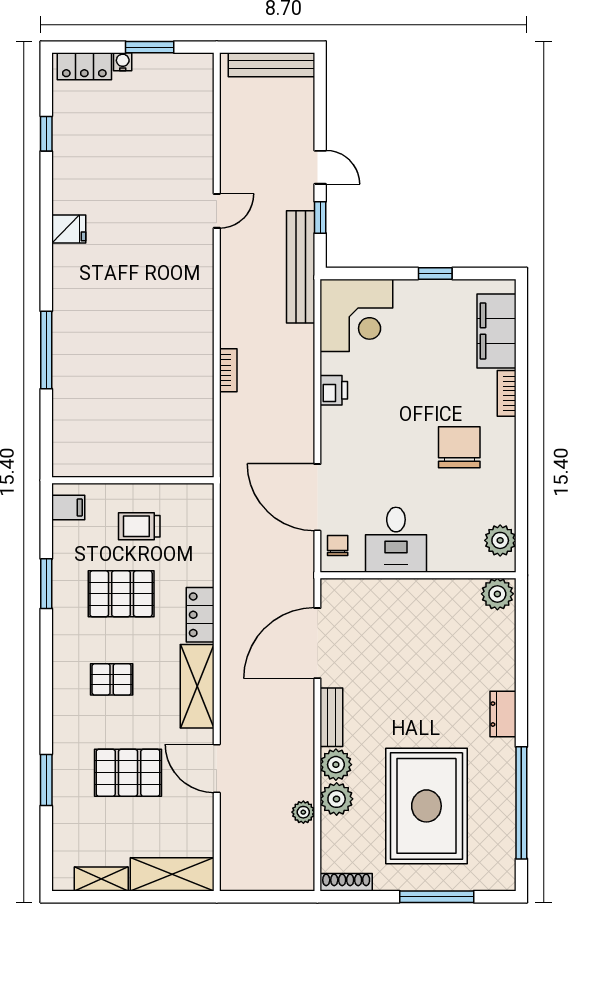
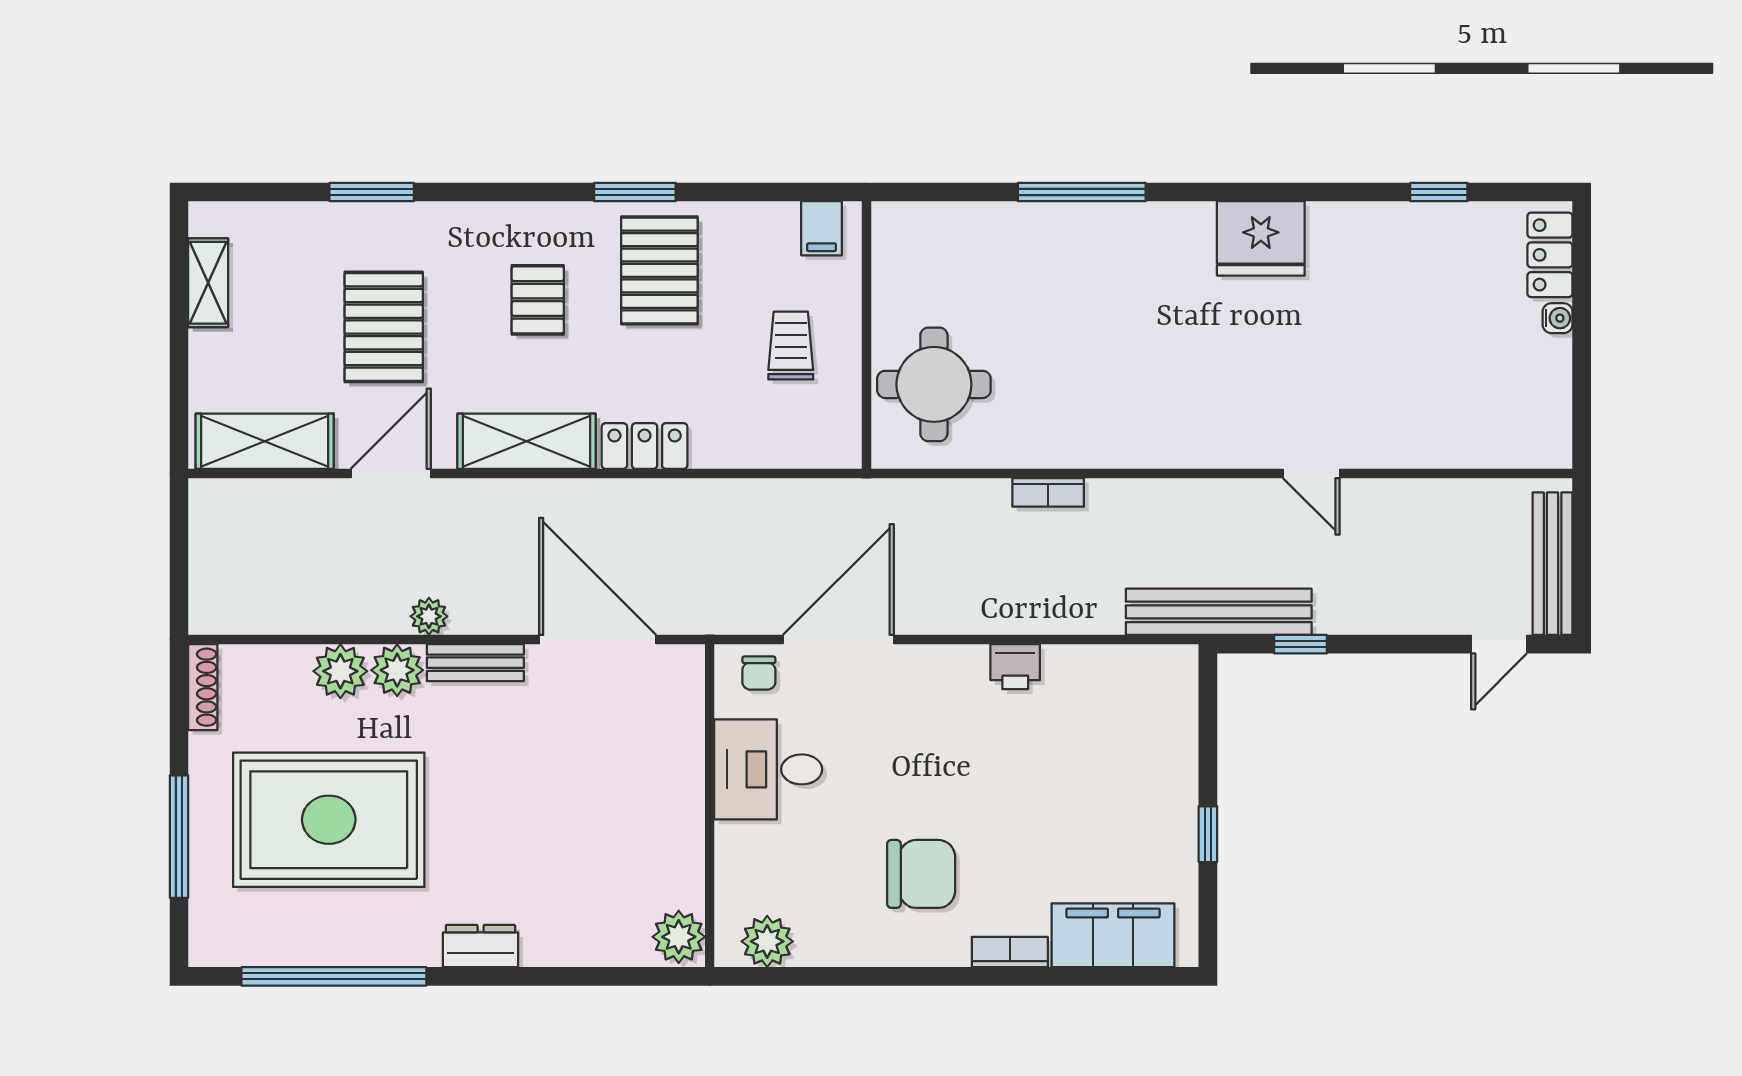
window: (150, 47) -> (1582, 363), removed
door: (320, 167) -> (1499, 644), moved
fridge: (69, 229) -> (1261, 238), width x1.88, depth x1.34
corner desk: (356, 315) -> (1139, 704), removed
round table: (163, 439) -> (934, 384), added
chair: (338, 545) -> (759, 673), turned 90
window: (46, 584) -> (635, 192), moved
pallet: (121, 594) -> (659, 270), moved
plant: (303, 812) -> (429, 616), moved
shelving: (172, 874) -> (265, 441), moved, turned 90

